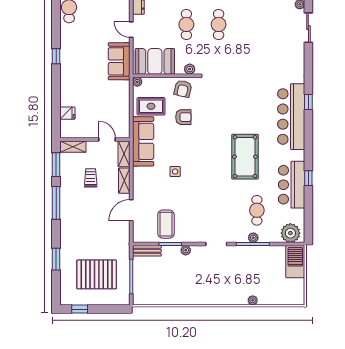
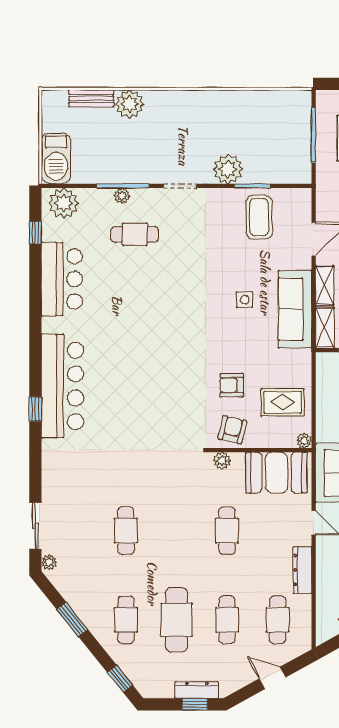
cafe table: (219, 24) -> (126, 531), moved
sofa: (143, 141) -> (295, 309), moved
pool table: (245, 157) -> (135, 323), removed
window: (308, 178) -> (35, 233), moved
cafe table: (257, 210) -> (135, 234), moved, turned 90
plant: (186, 250) -> (228, 169), width x1.87, depth x1.87
bench: (147, 251) -> (91, 98), moved
plant: (253, 300) -> (130, 104), width x1.88, depth x1.88

